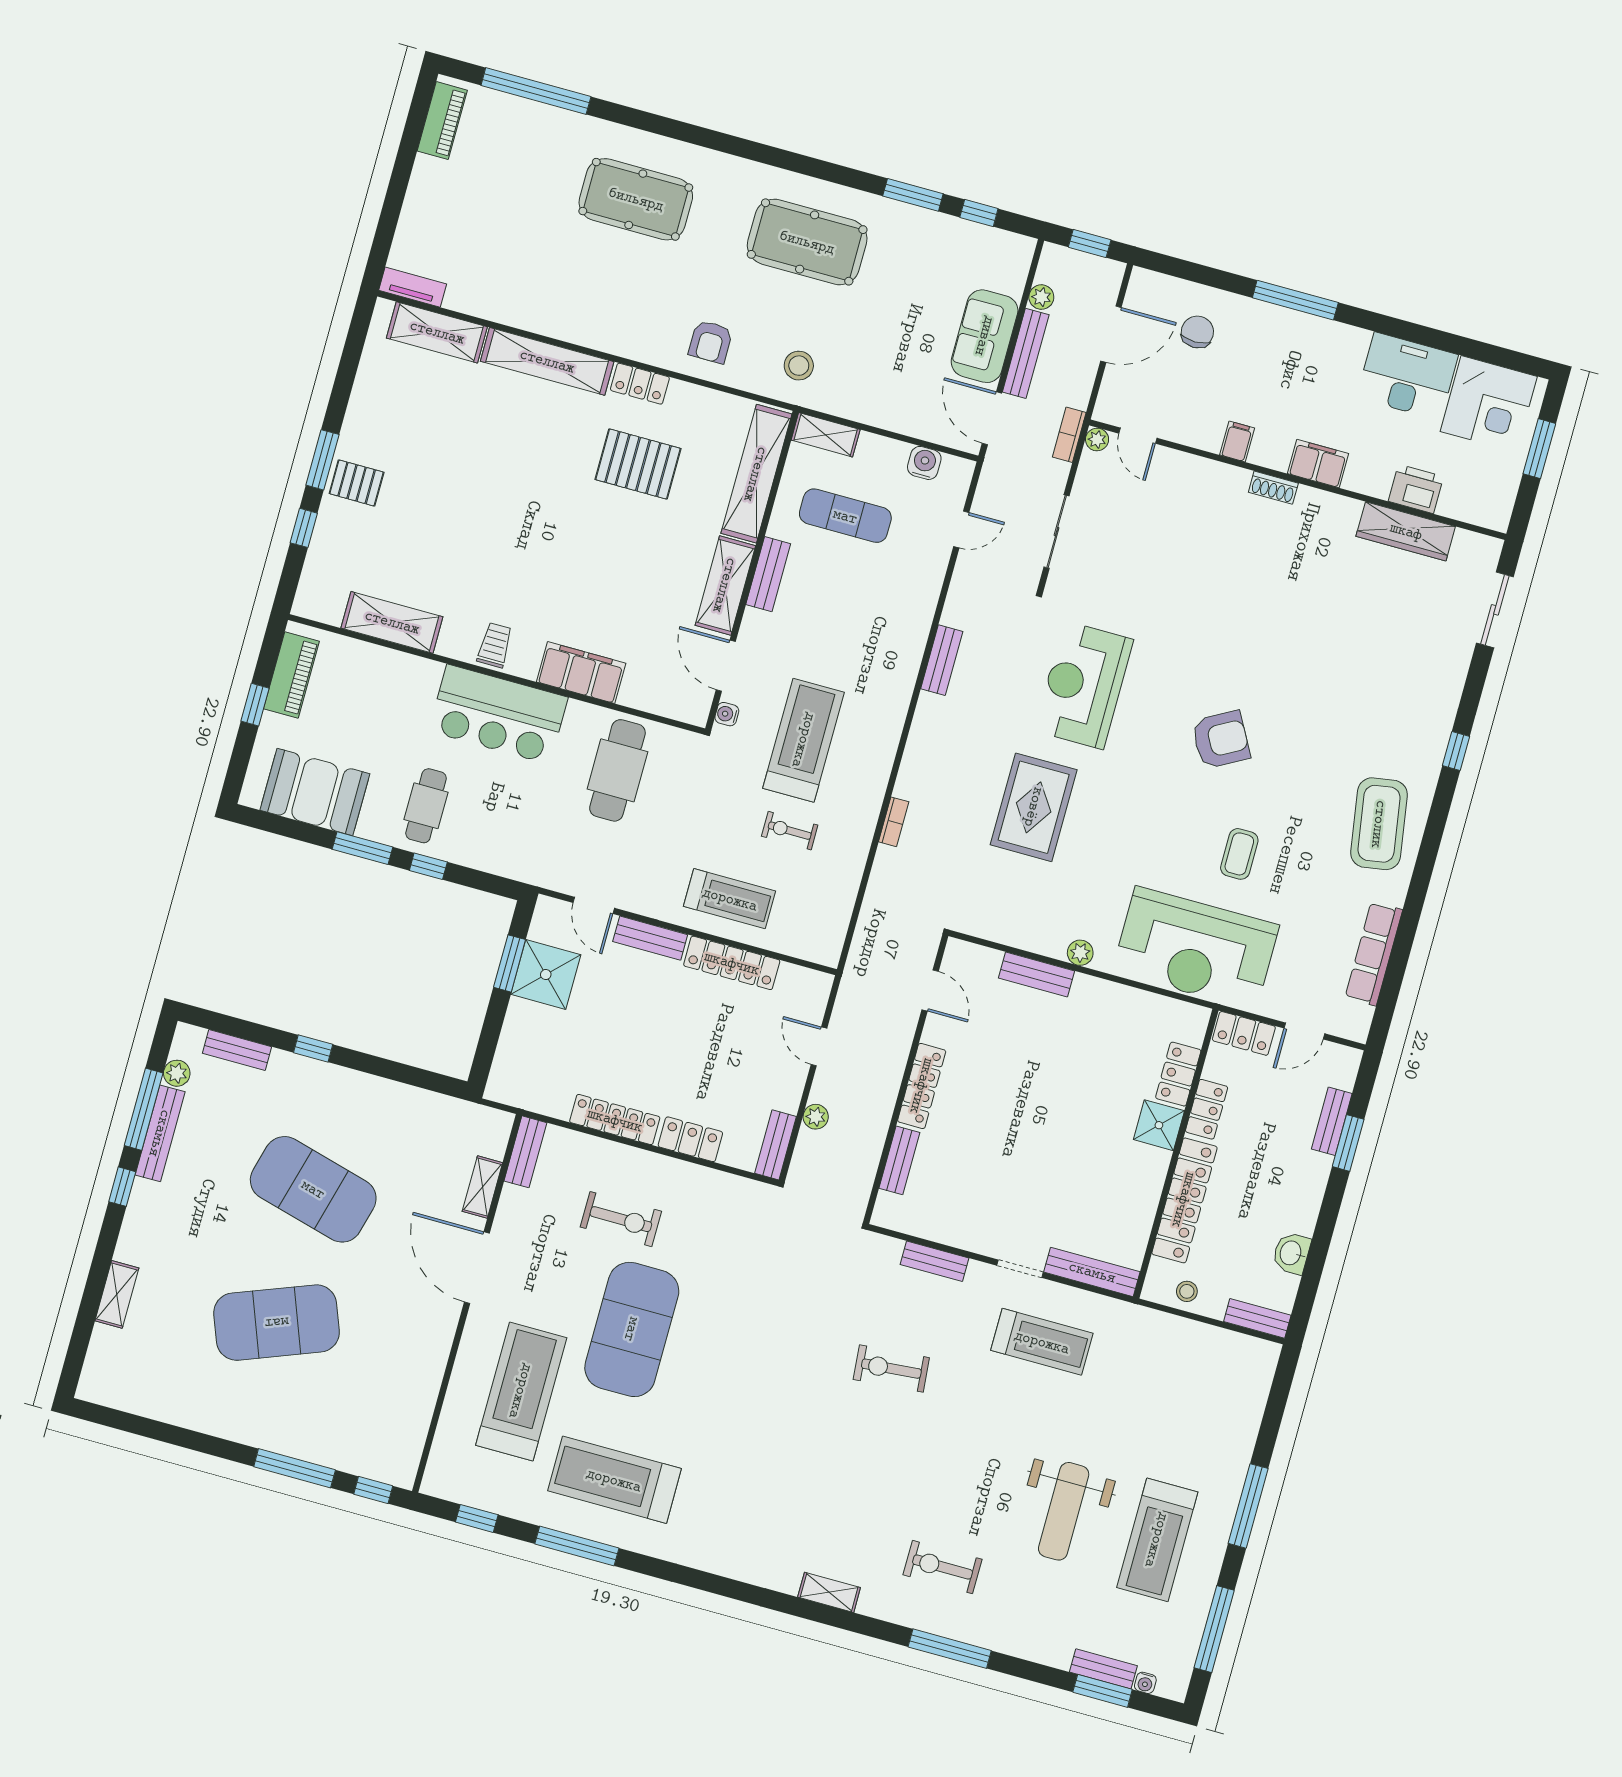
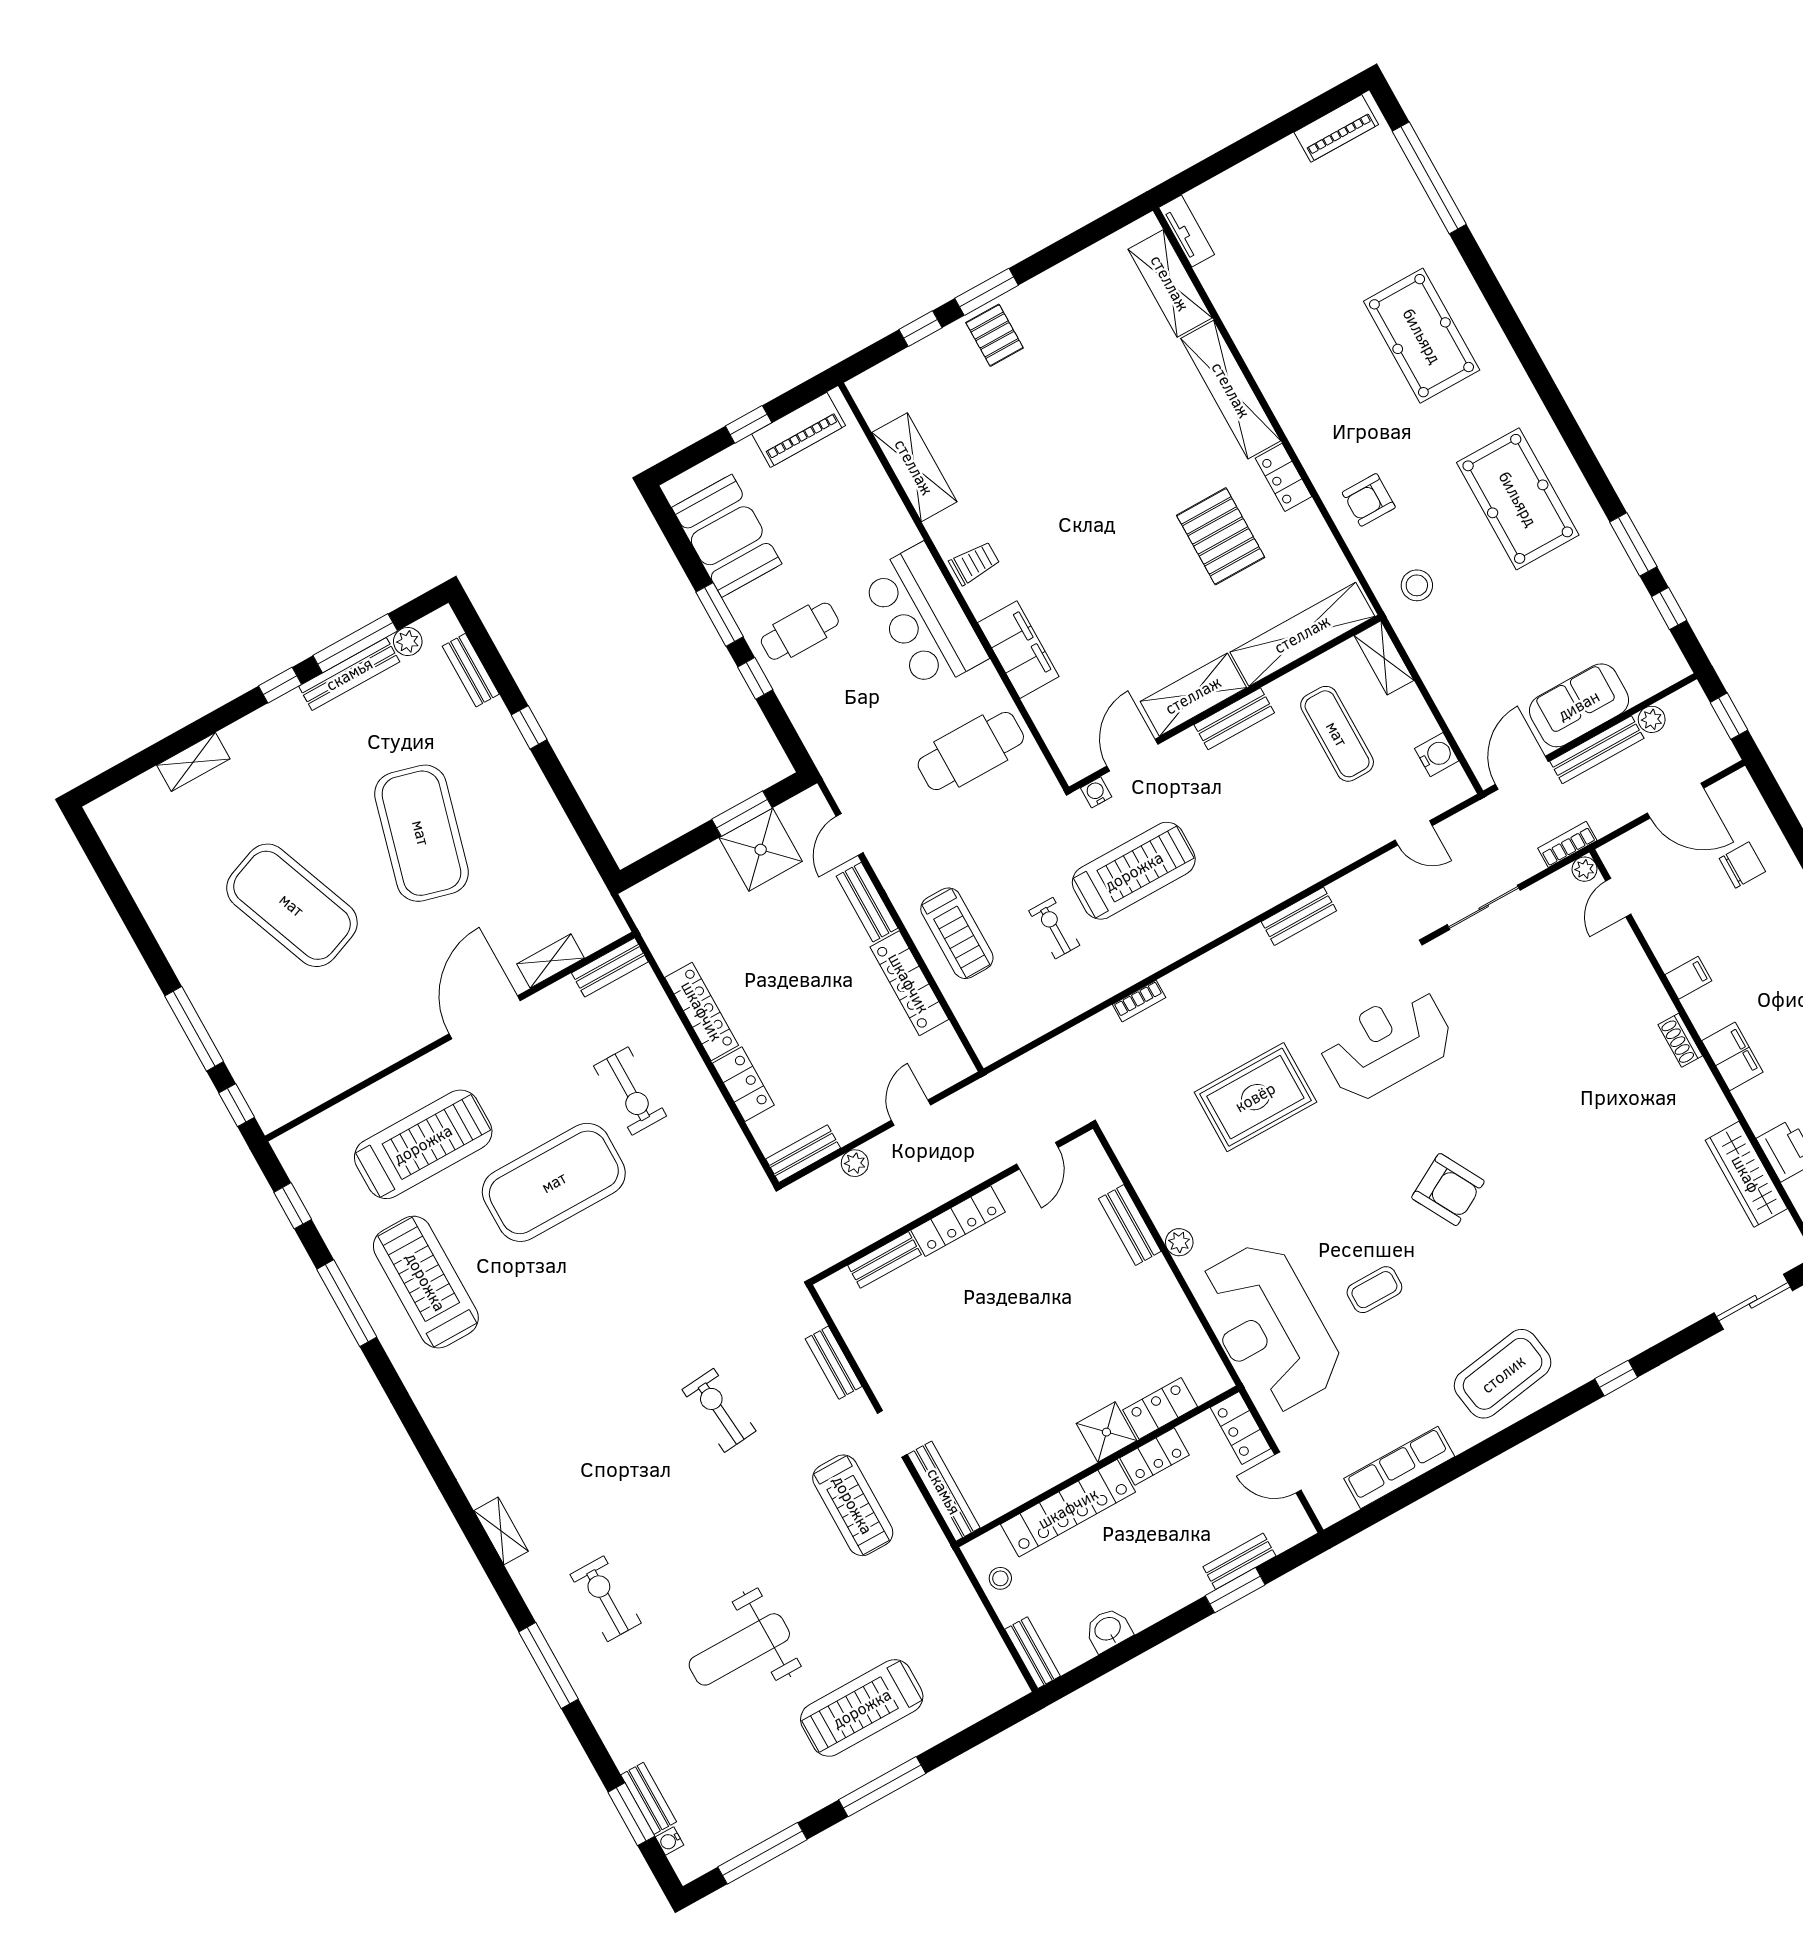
treadmill: (1157, 1540) -> (862, 1708), moved

